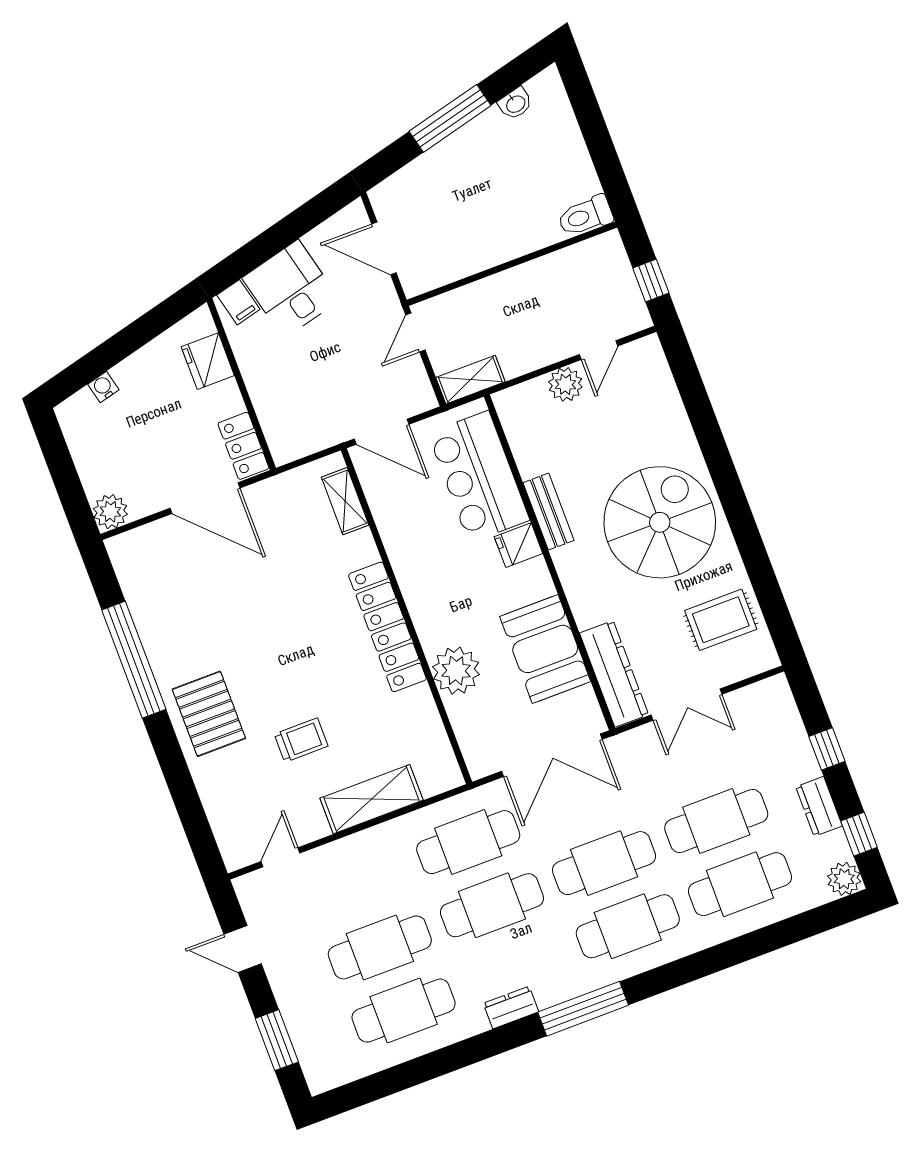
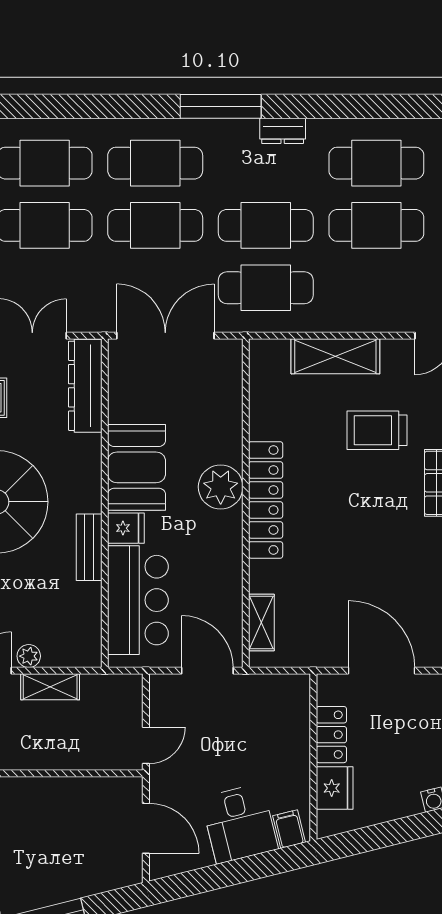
shelving: (470, 380) -> (50, 687), moved
plant: (565, 384) -> (29, 656), width x0.73, depth x0.73
locker: (243, 446) -> (331, 735), moved
booth: (545, 649) -> (137, 467), moved
plant: (456, 671) -> (221, 487), moved
trolley: (301, 740) -> (377, 430), width x1.36, depth x1.39

